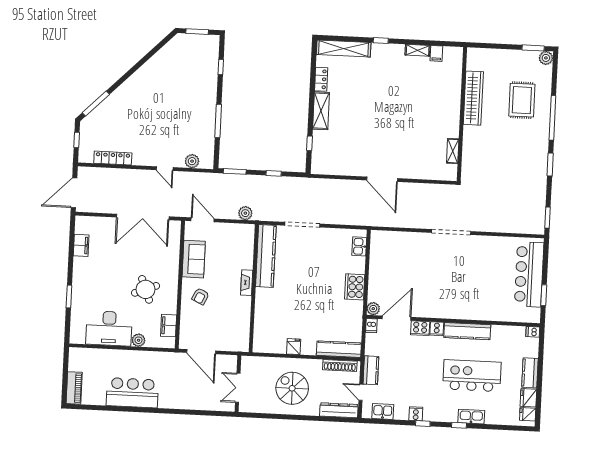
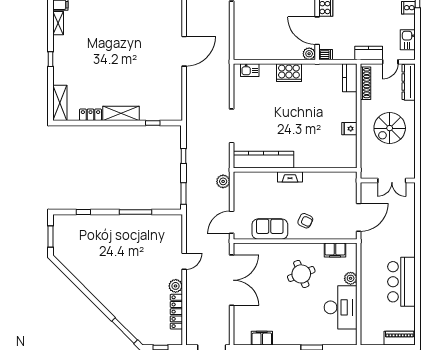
shelving: (344, 48) -> (60, 103), width x0.68
plant: (192, 161) -> (176, 286), moved
kitchen counter: (339, 349) -> (350, 78), width x0.67

